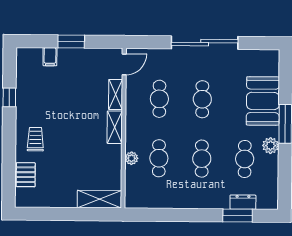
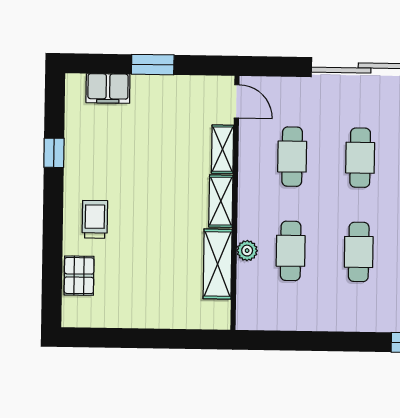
filing cabinet: (50, 57) -> (108, 88), width x2.00
door: (124, 64) -> (237, 101), hinge flipped
shelving: (99, 199) -> (218, 264), moved, turned 90

